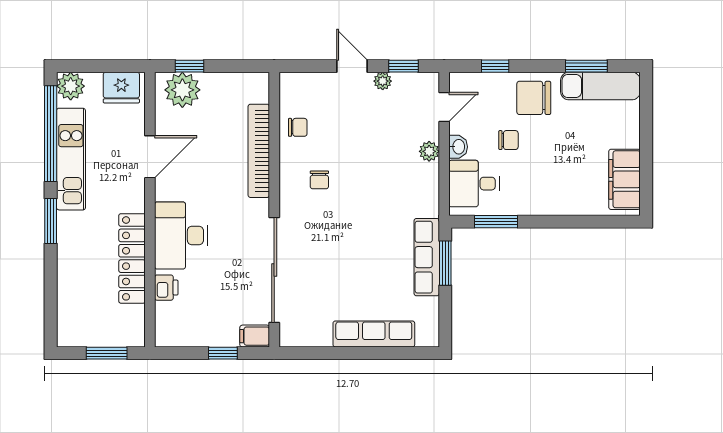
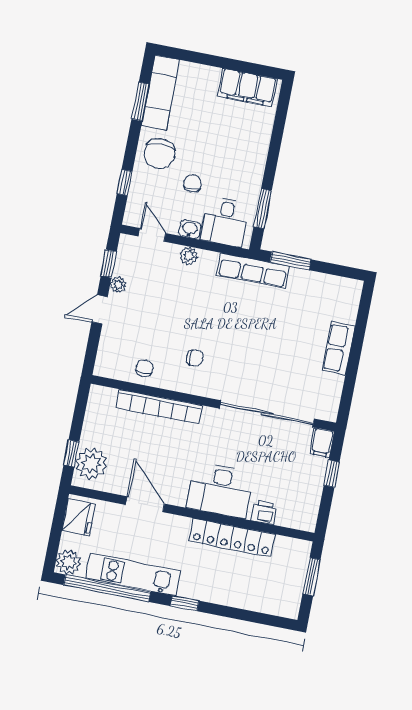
window: (51, 221) -> (185, 603), width x0.67
row of seats: (427, 257) -> (253, 271), moved
row of seats: (374, 334) -> (339, 348), width x0.68

